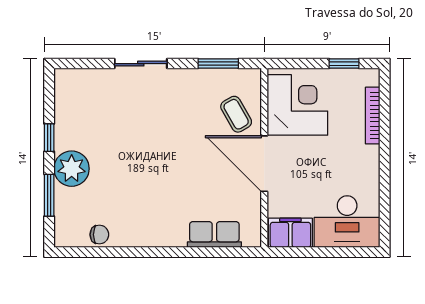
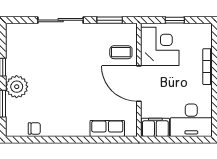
sliding door: (141, 64) -> (61, 20), width x1.37
window: (344, 64) -> (175, 20), moved
coffee table: (236, 114) -> (121, 52), turned -60
bookcase: (373, 116) -> (208, 67), moved

